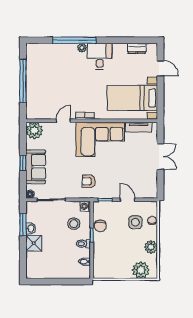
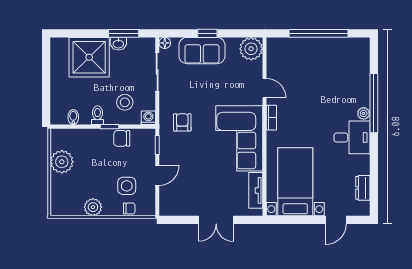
shower: (34, 243) -> (89, 57), width x1.86, depth x1.86
plant: (141, 270) -> (62, 162), moved

